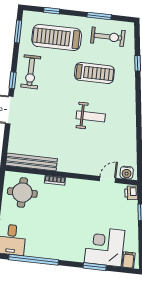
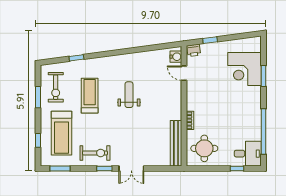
exercise bike: (108, 37) -> (56, 87), turned 180
filing cabinet: (128, 260) -> (254, 46), removed

